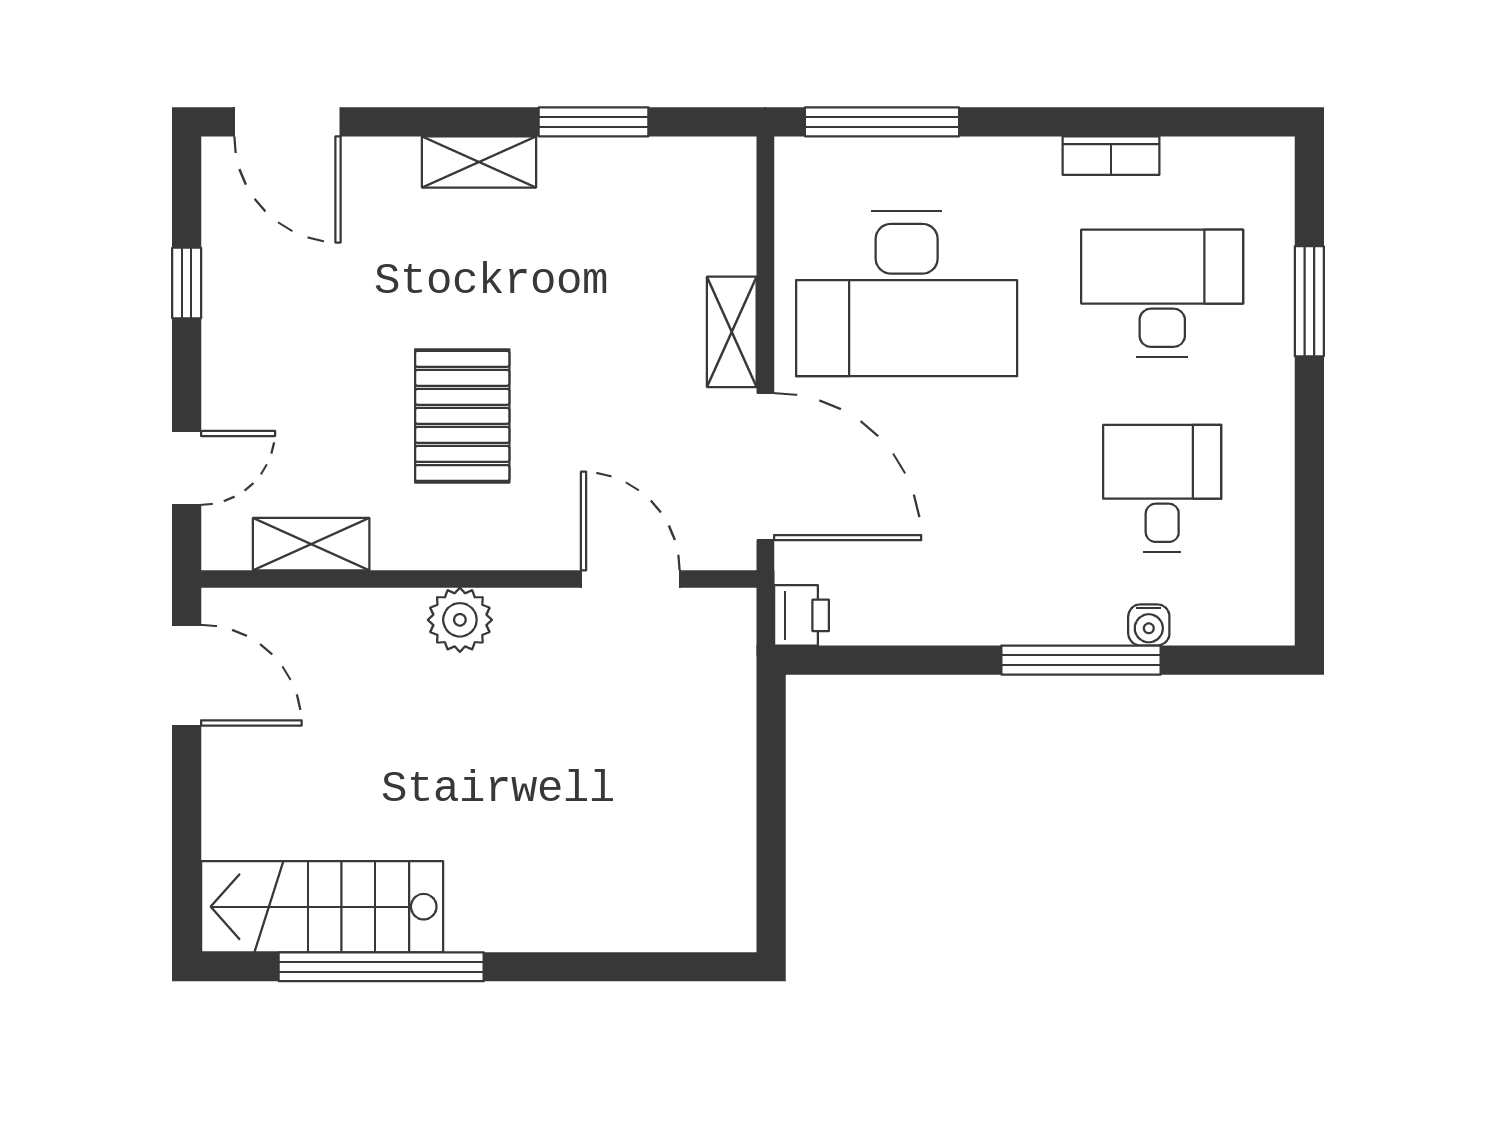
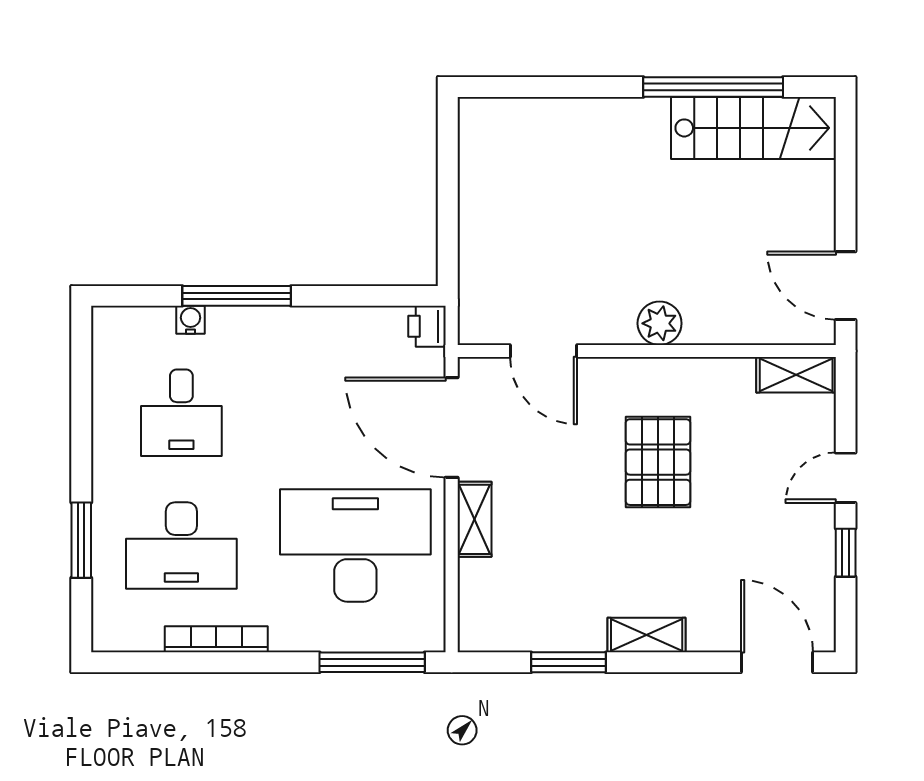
bookcase: (1111, 156) -> (216, 639), width x1.56
door: (187, 468) -> (846, 478), moved
shelving: (311, 544) -> (796, 375), moved

